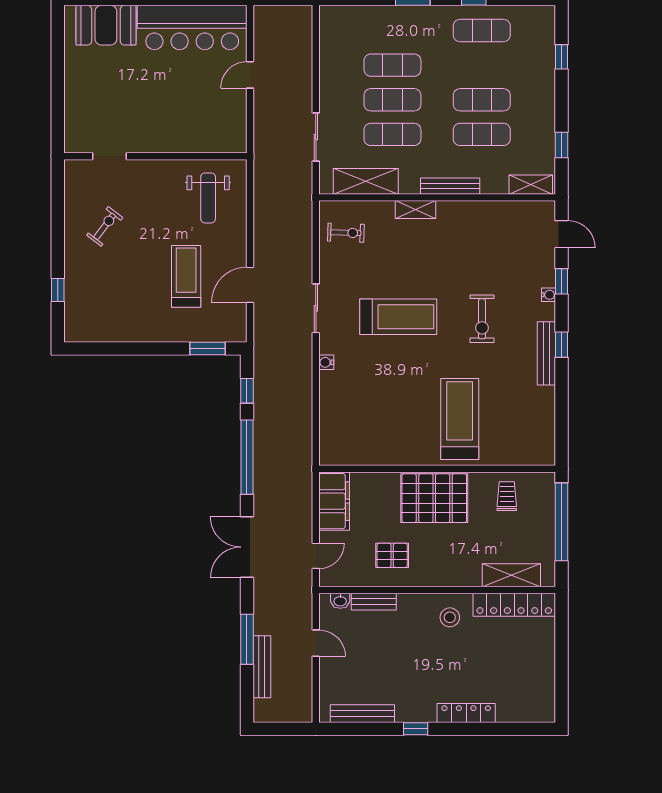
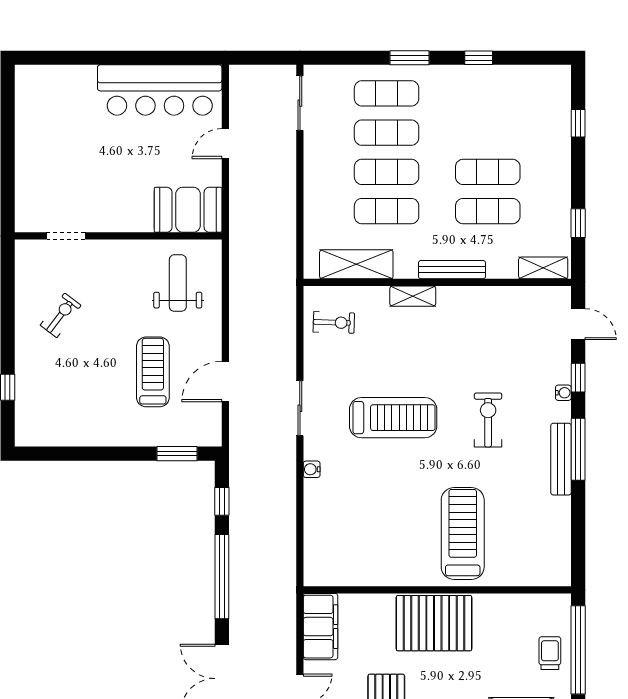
booth: (106, 25) -> (188, 210), moved
exercise mat: (482, 30) -> (387, 93), moved
sliding door: (316, 137) -> (300, 103), moved
weight bench: (208, 198) -> (178, 283), turned 180
exercise bike: (482, 319) -> (488, 420), turned 180
window: (561, 345) -> (578, 449), width x2.17
trolley: (507, 496) -> (550, 653), moved

